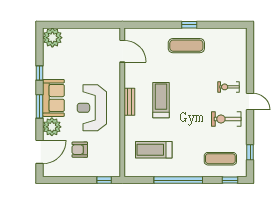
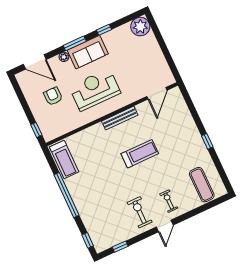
exercise mat: (186, 46) -> (202, 185), moved
treadmill: (161, 100) -> (140, 154), moved
bench: (129, 102) -> (120, 118), width x1.36
plant: (52, 127) -> (64, 57), width x0.53, depth x0.53
treadmill: (154, 150) -> (64, 159), moved, turned 180
exercise mat: (220, 159) -> (102, 223), removed

